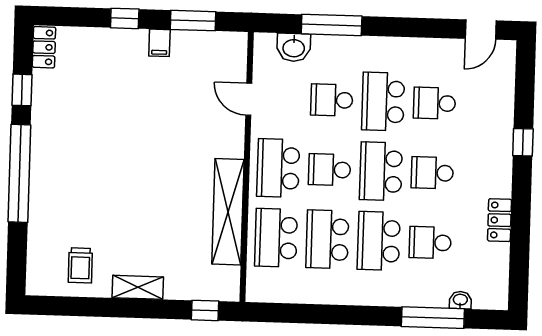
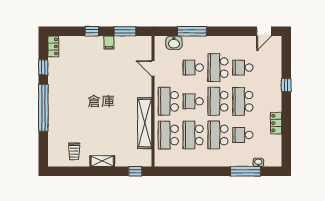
school desk: (432, 173) -> (243, 101), width x1.85

